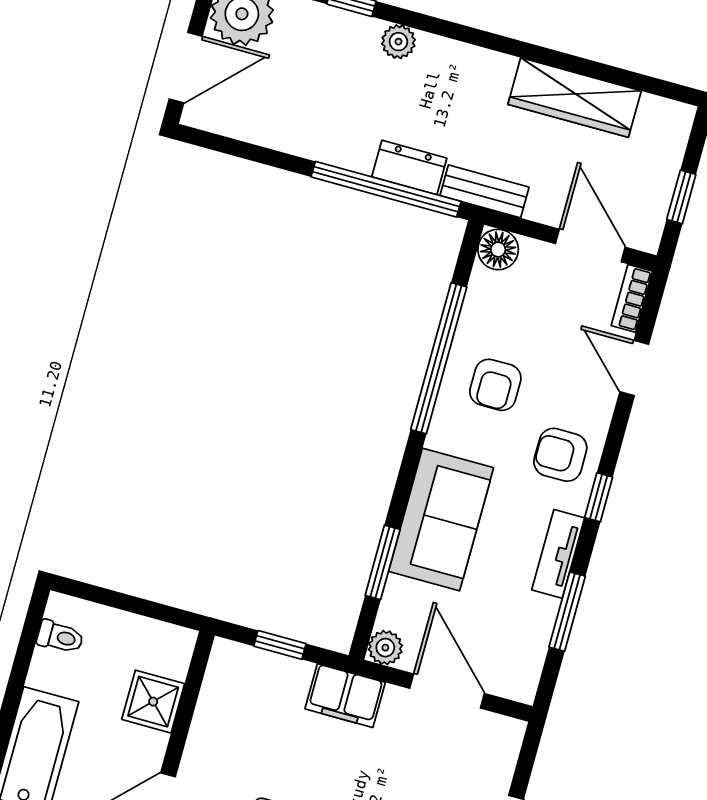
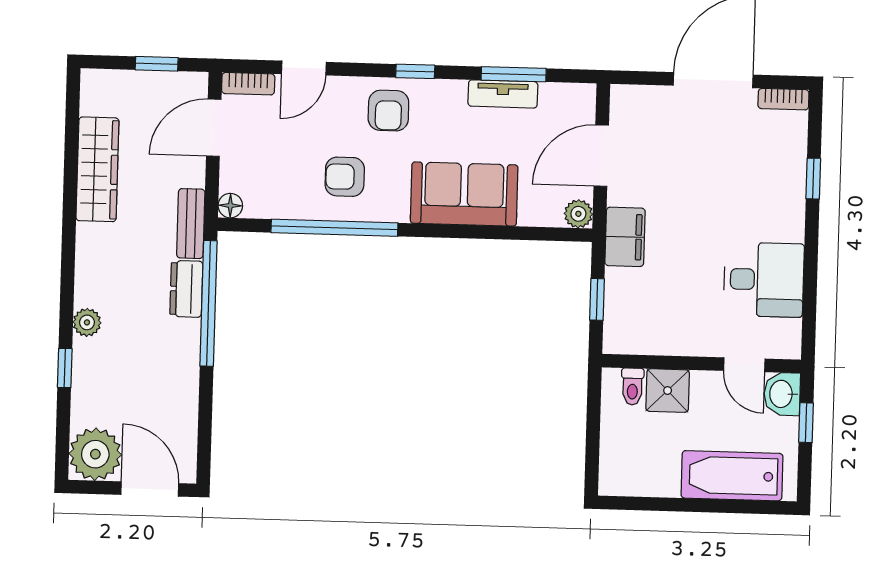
floor lamp: (498, 249) -> (230, 206), width x0.73, depth x0.73
armchair: (495, 385) -> (345, 177), turned 180
tv unit: (558, 554) -> (503, 94), moved
window: (383, 562) -> (510, 233), removed
toilet: (60, 637) -> (632, 386), moved, turned 180

